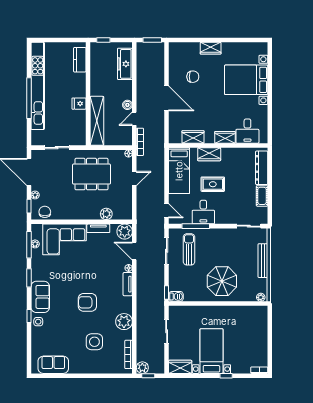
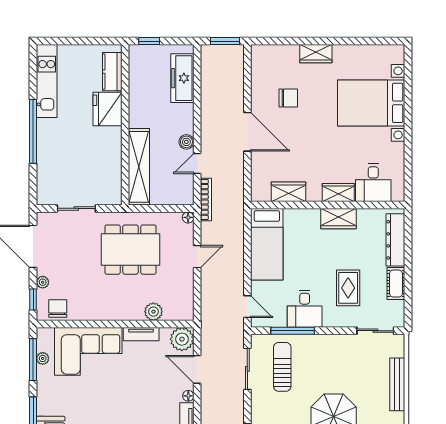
kitchen unit: (38, 86) -> (47, 81), width x0.54
fridge: (79, 104) -> (107, 109), moved, width x1.88, depth x1.34
wardrobe: (209, 154) -> (338, 219), moved
rug: (213, 184) -> (348, 288), moved, turned 90

